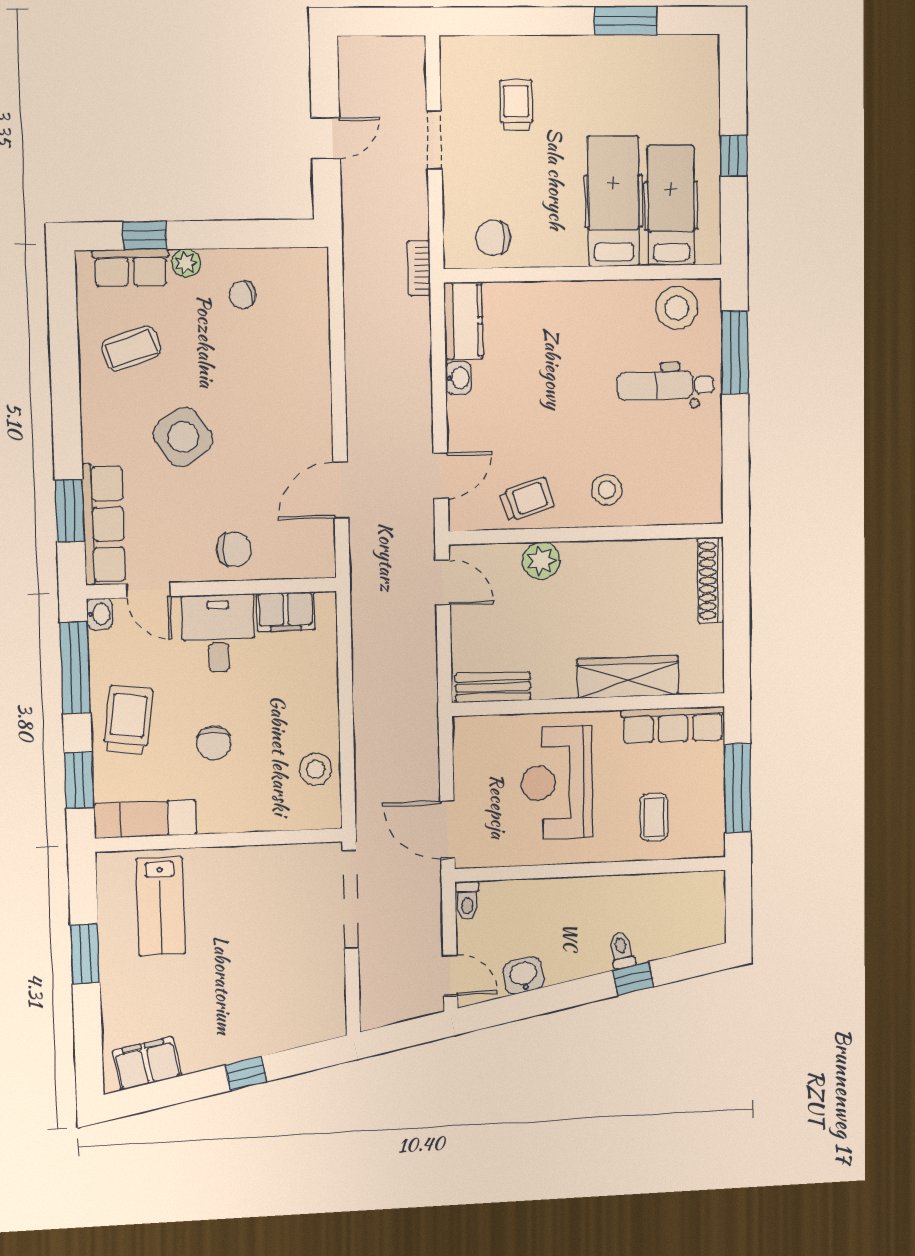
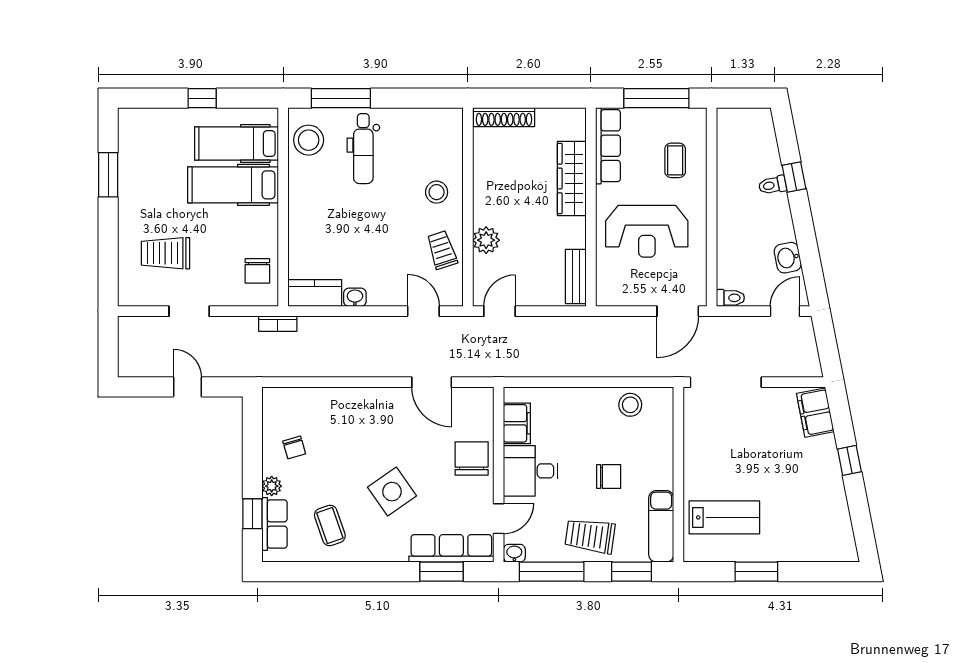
trolley: (516, 105) -> (166, 253), width x1.36, depth x1.39
chair: (234, 549) -> (472, 458), width x1.37, depth x1.37
coffee table: (654, 817) -> (675, 160), turned 90
filing cabinet: (147, 1063) -> (815, 413), moved

